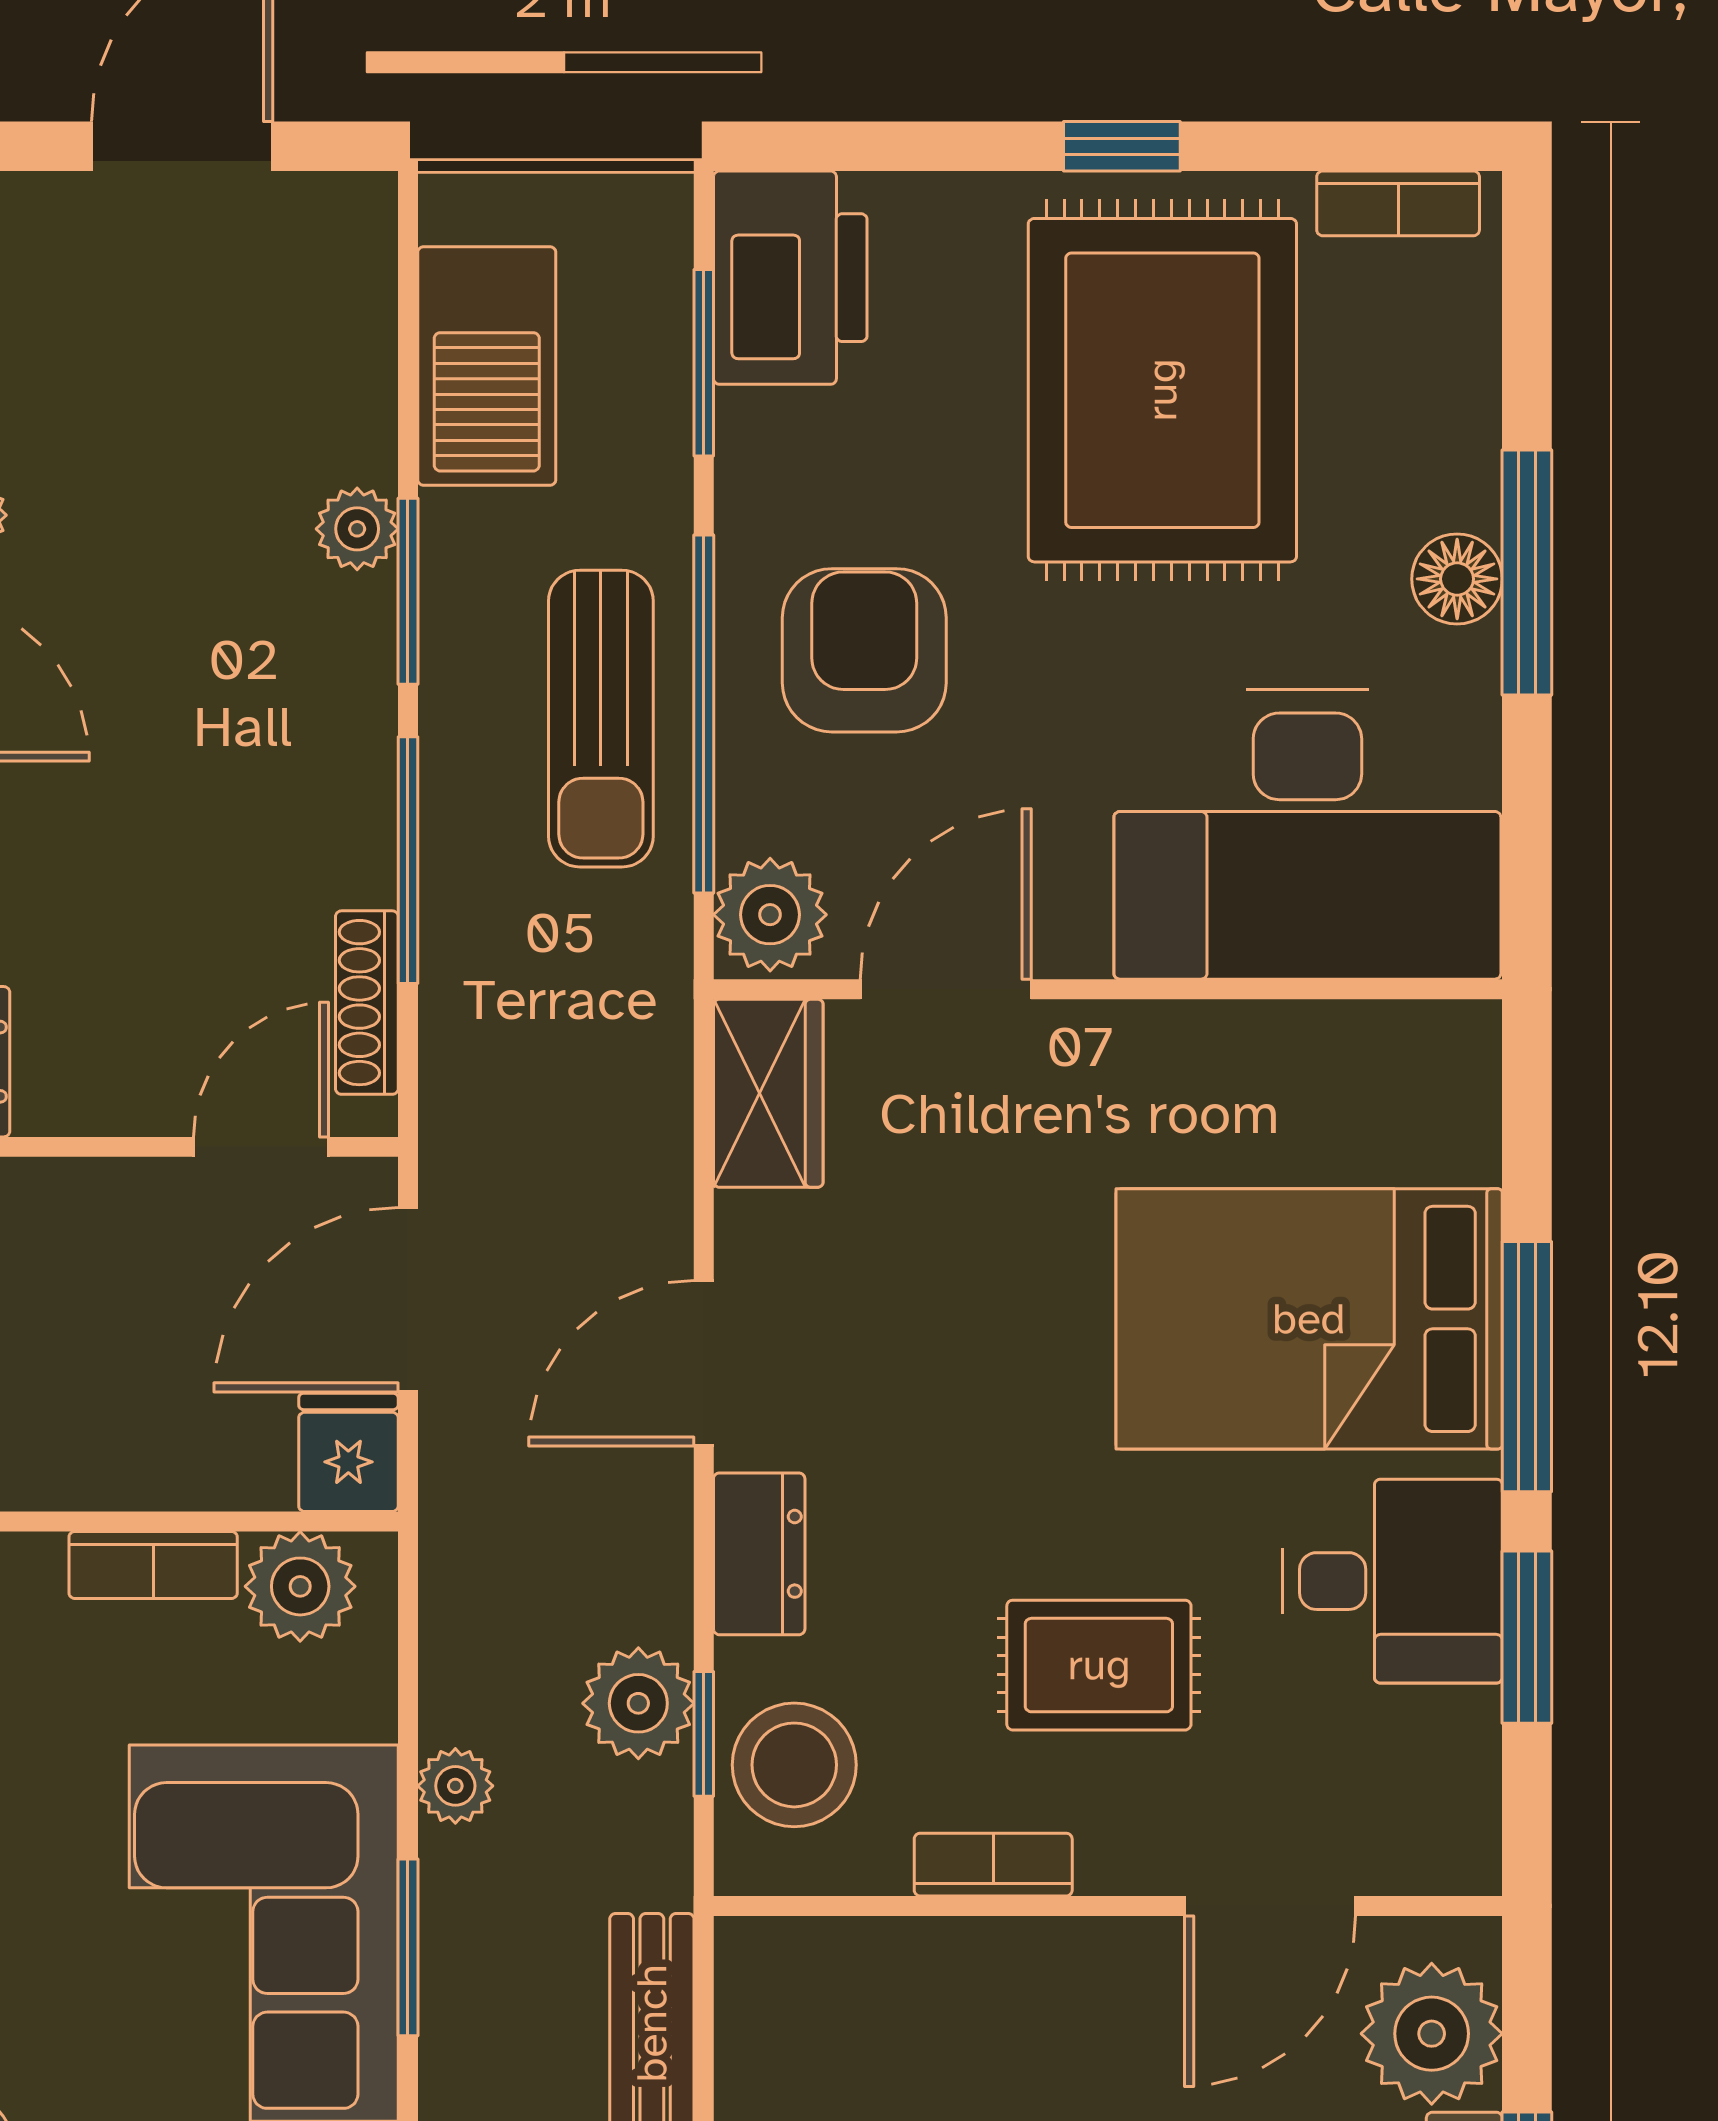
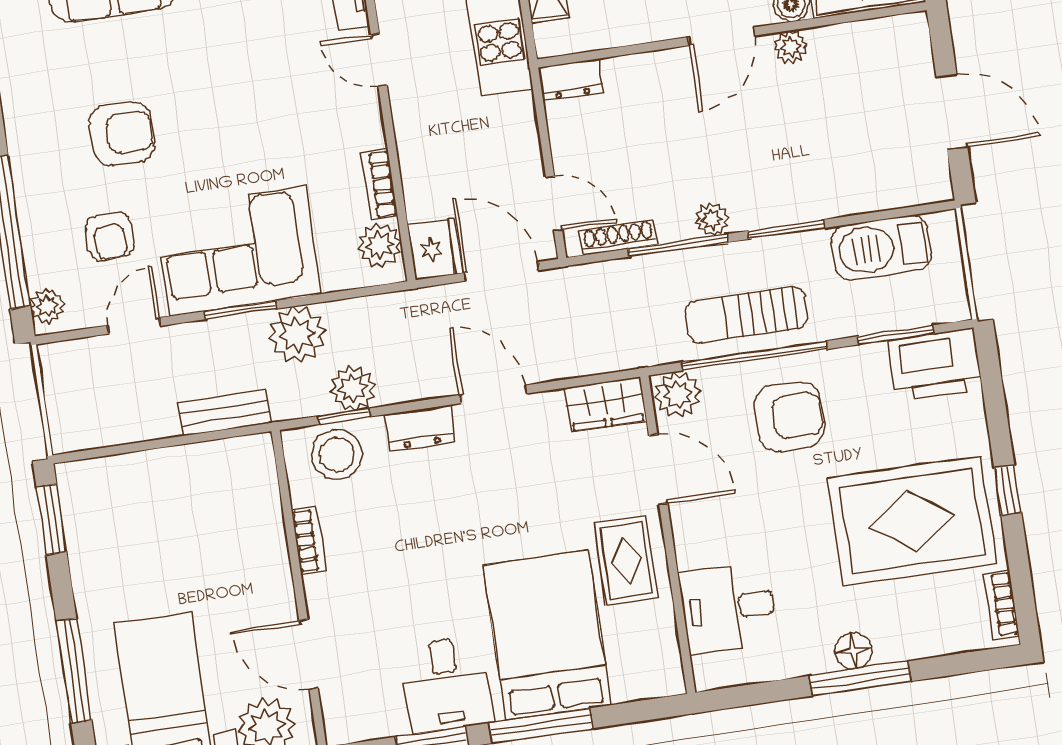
plant: (357, 529) -> (712, 219), moved
desk: (1307, 835) -> (728, 608), width x0.53, depth x0.77
fridge: (348, 1452) -> (435, 249), width x1.38
rug: (1099, 1665) -> (626, 560), moved
plant: (455, 1786) -> (297, 335), width x1.88, depth x1.88

